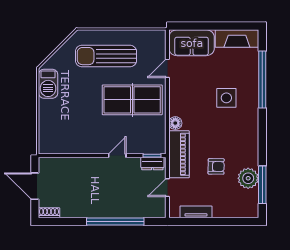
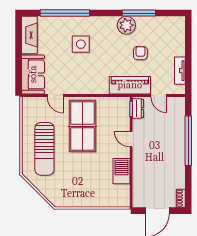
barbecue: (48, 84) -> (121, 171), moved, turned -90
floor lamp: (175, 123) -> (103, 89), removed
plant: (248, 178) -> (126, 25), moved
window: (262, 185) -> (139, 13), moved

